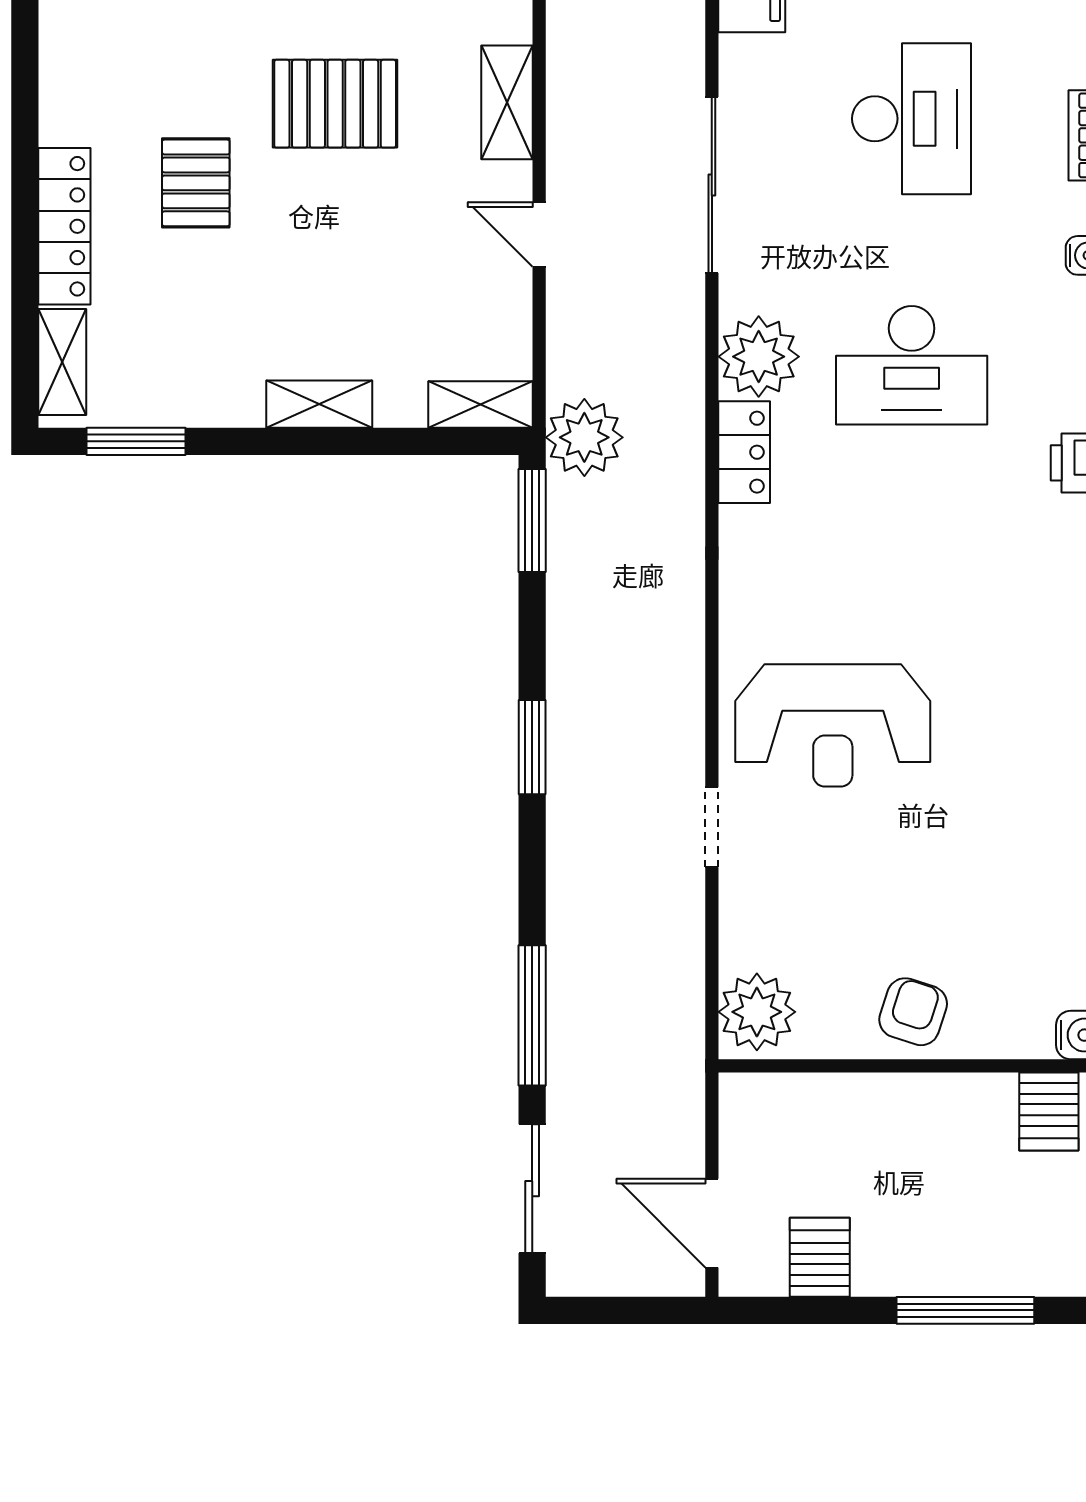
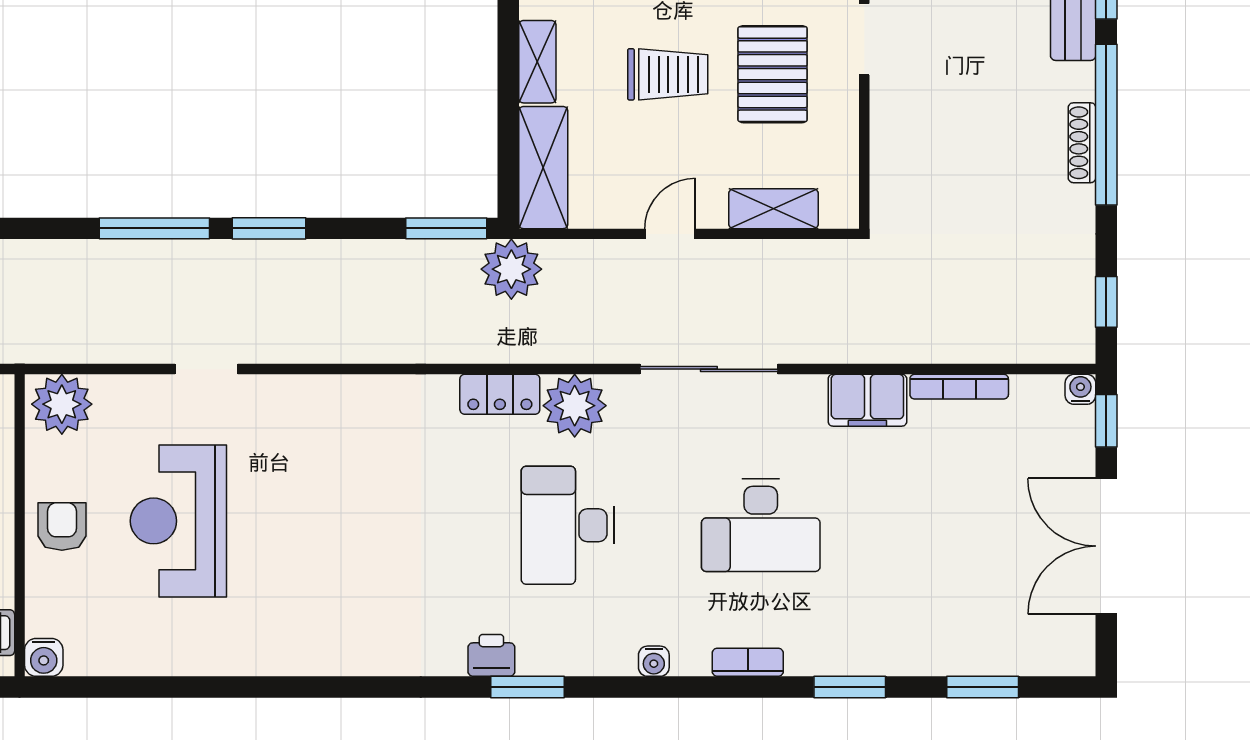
trolley: (335, 238) -> (668, 74), added
shelving: (481, 405) -> (543, 168), width x1.50, depth x1.33
reception desk: (833, 725) -> (178, 521), moved
armchair: (913, 1012) -> (62, 526), turned -108
window: (532, 1015) -> (154, 228), moved

